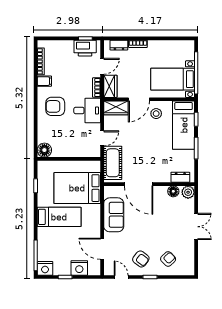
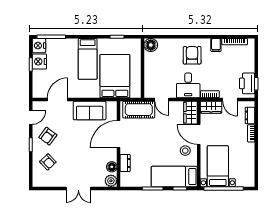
dresser: (180, 177) -> (125, 163), moved
nightstand: (79, 268) -> (39, 61), moved

